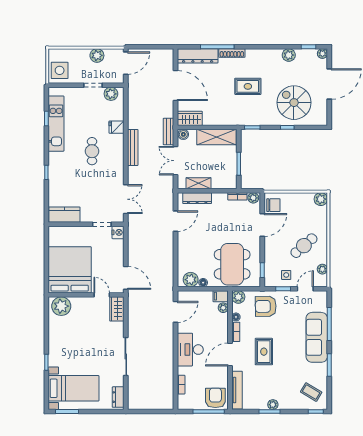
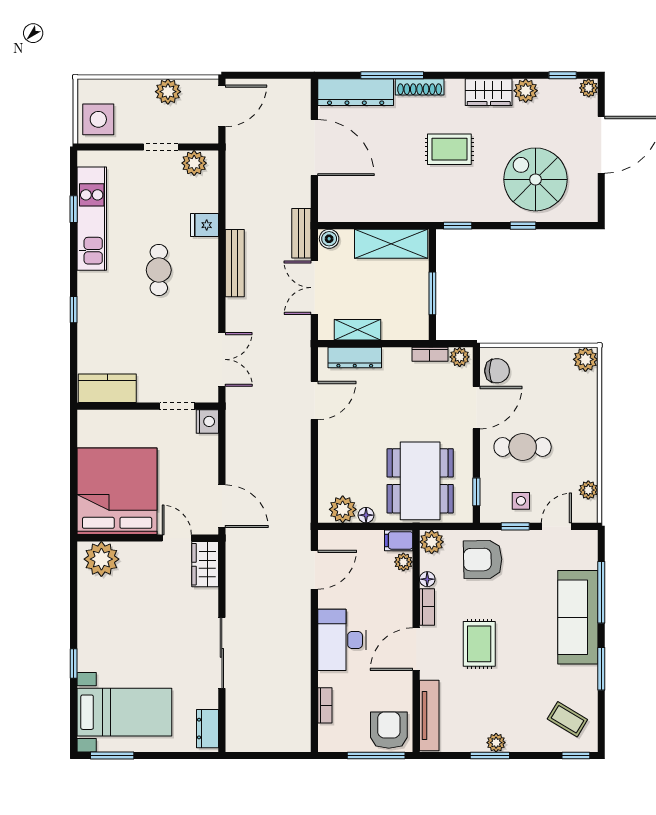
wardrobe: (190, 118) -> (489, 92), moved, turned 180
cafe table: (304, 246) -> (523, 447), moved, turned 41

